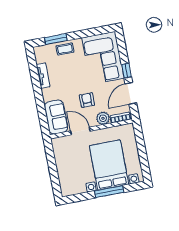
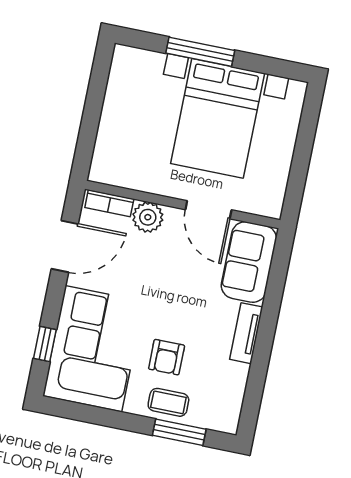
window: (126, 71) -> (45, 344), moved
tv unit: (43, 76) -> (246, 333), moved
armchair: (87, 100) -> (167, 357), moved
bed with nightstands: (109, 165) -> (218, 118), moved

